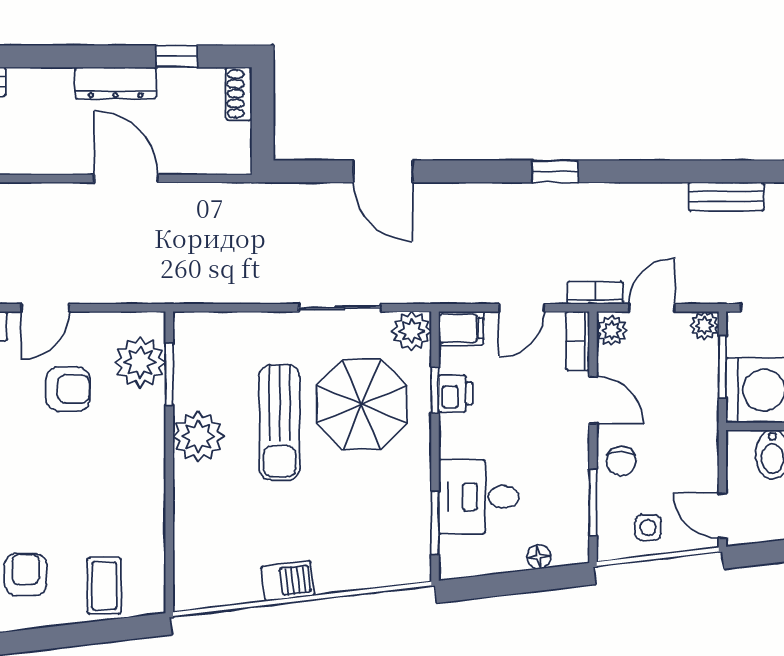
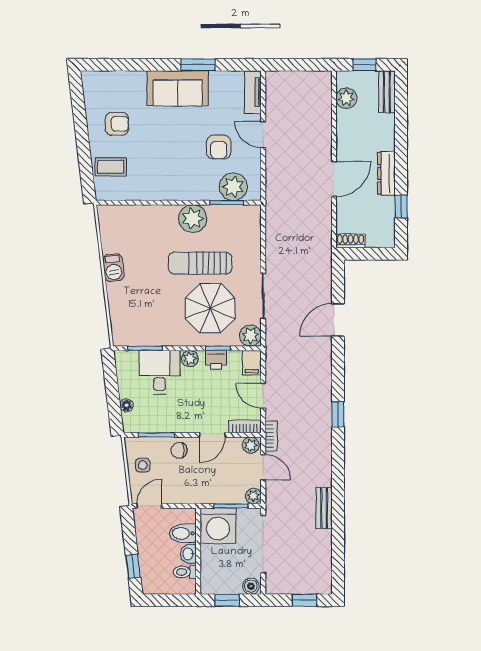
shoe rack: (239, 94) -> (350, 241), moved
plant: (454, 442) -> (190, 359), added

